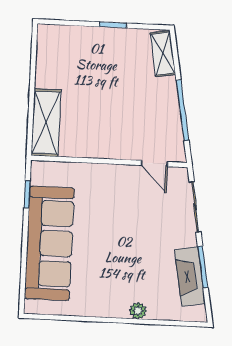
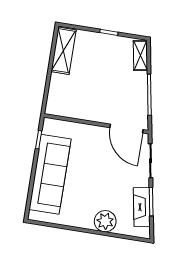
shelving: (46, 123) -> (64, 51), moved
door: (154, 164) -> (126, 129), width x1.87
plant: (138, 311) -> (105, 221), width x1.88, depth x1.88

